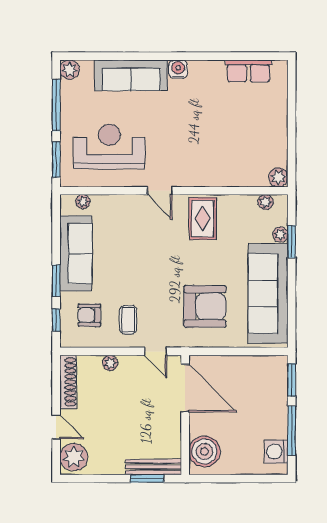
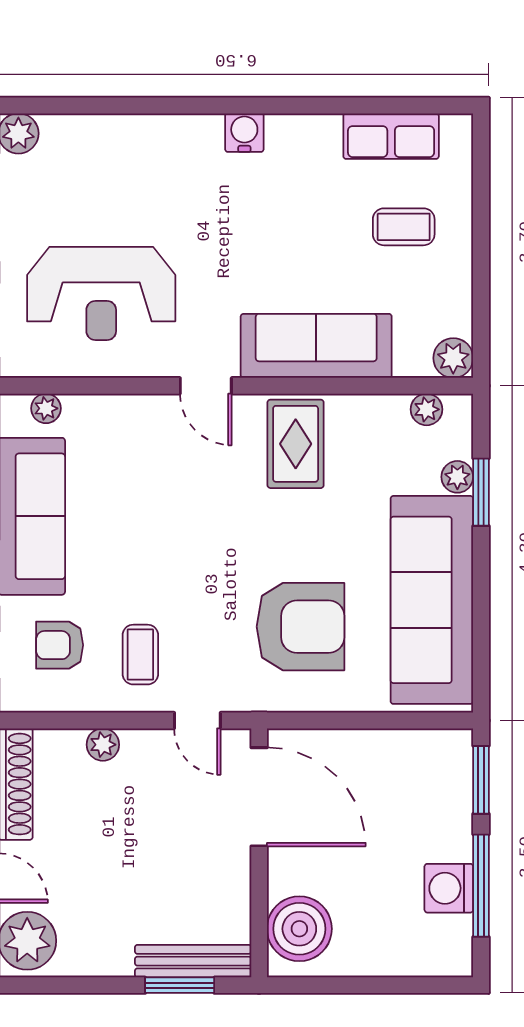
sofa: (131, 75) -> (316, 346), moved, turned 180
coffee table: (255, 114) -> (404, 227), added
reception desk: (109, 146) -> (101, 293), turned 180
washing machine: (276, 452) -> (449, 888), moved

